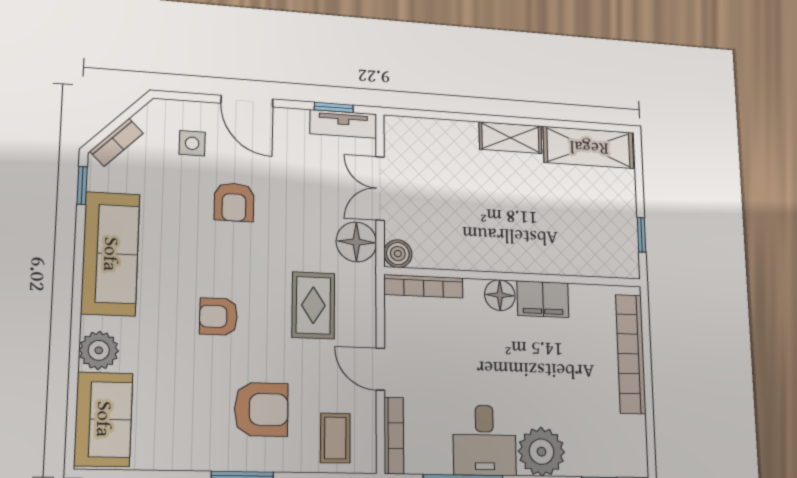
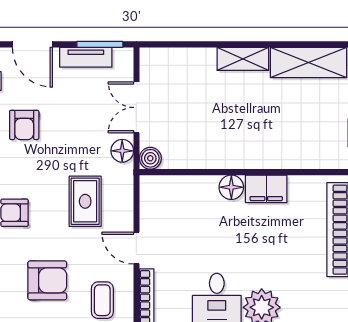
window: (334, 107) -> (100, 44), width x1.50
tv unit: (343, 124) -> (86, 57), moved
floor lamp: (356, 242) -> (122, 151), width x0.73, depth x0.73
bookcase: (423, 286) -> (170, 183), removed

